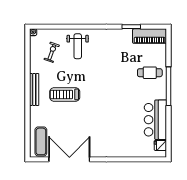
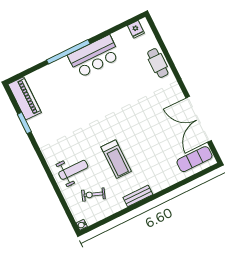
cafe table: (150, 73) -> (158, 63), moved
bench: (34, 90) -> (138, 196), width x0.73
treadmill: (65, 94) -> (116, 159), moved
bar counter: (155, 120) -> (94, 56), moved

